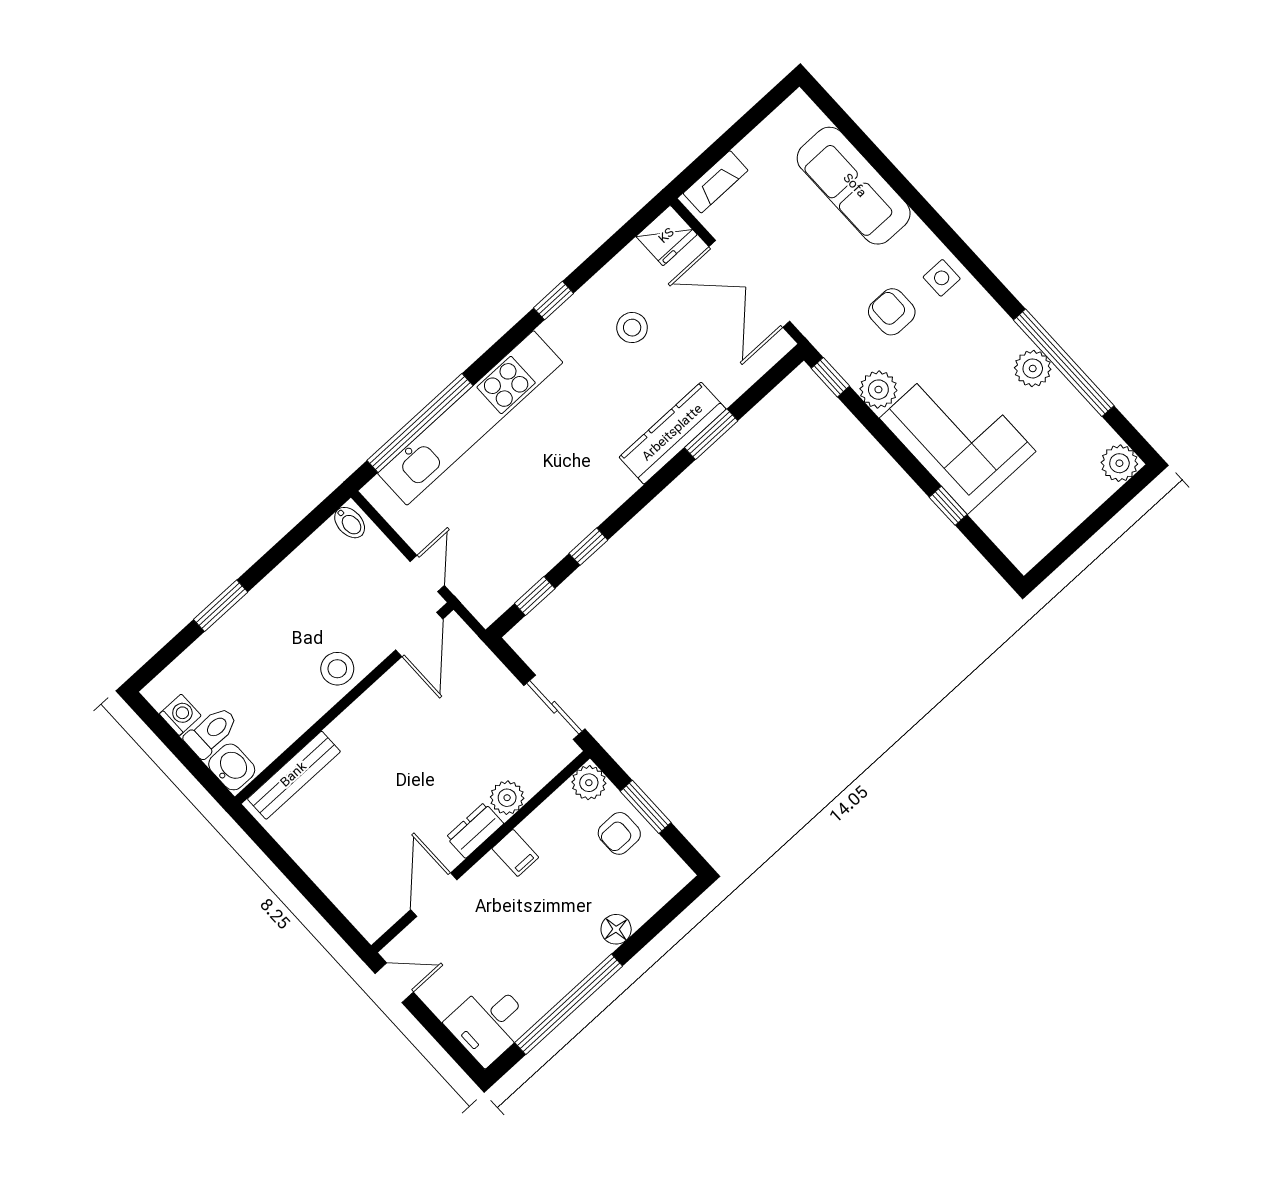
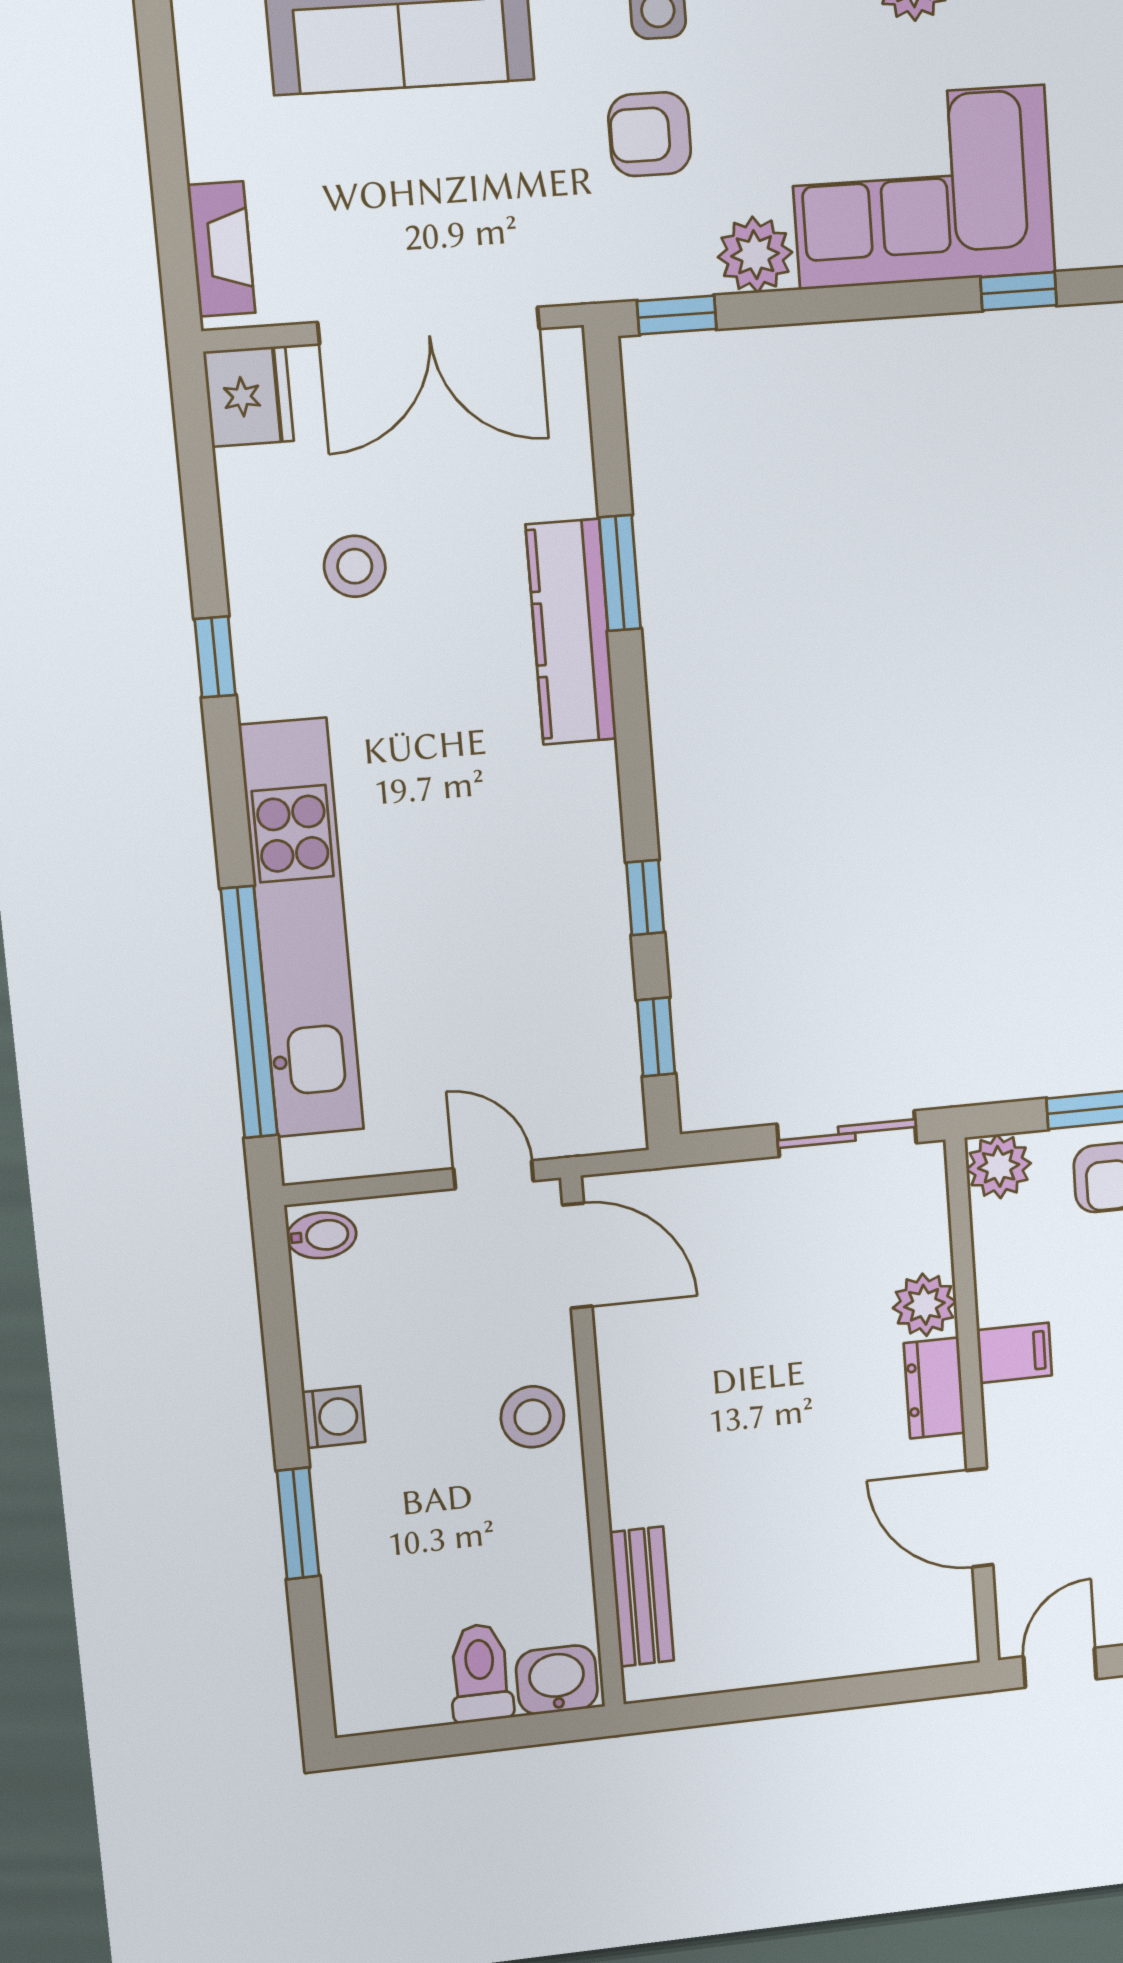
washing machine: (180, 715) -> (334, 1417), moved, turned 90
bench: (294, 775) -> (642, 1597), width x0.73

